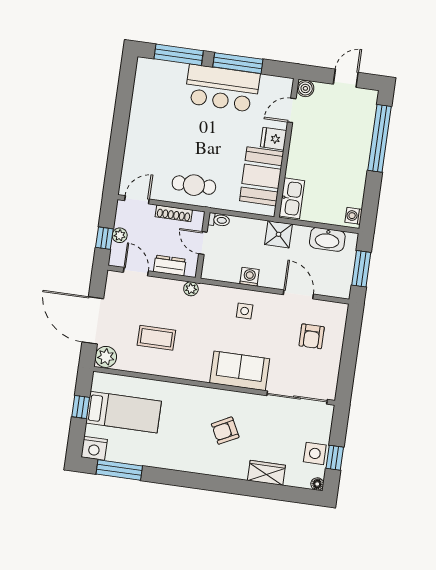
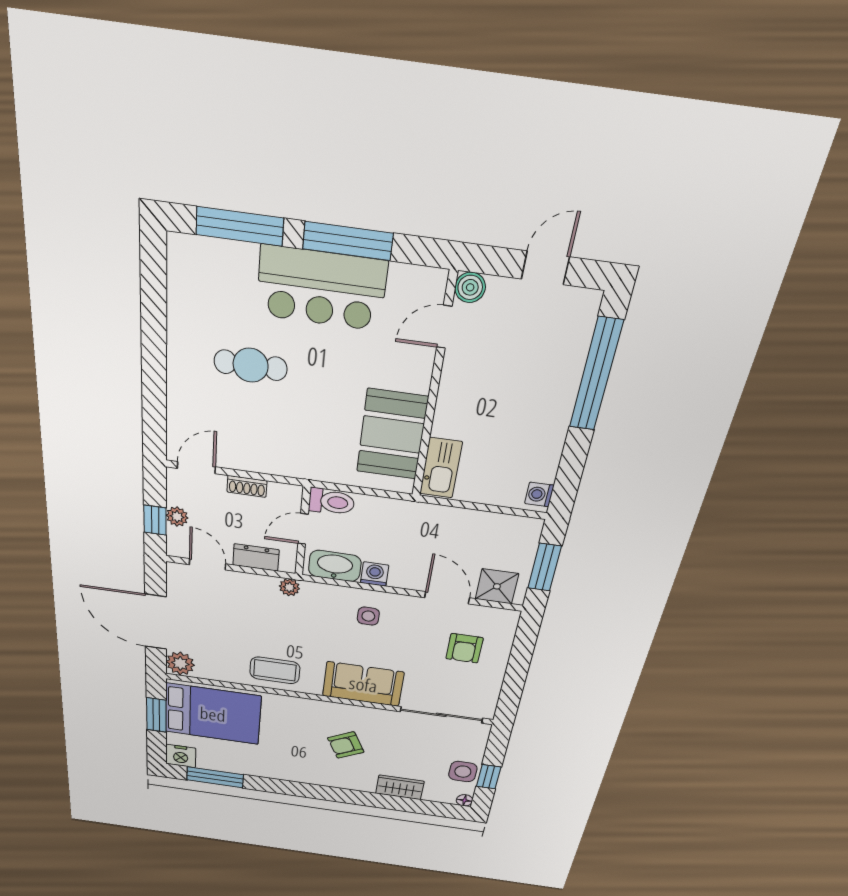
fridge: (273, 139) -> (412, 375), removed
cafe table: (194, 185) -> (251, 365), moved
shoe rack: (174, 213) -> (247, 486), width x0.70
toilet: (219, 220) -> (331, 502), width x1.37, depth x1.39
shower: (279, 234) -> (497, 586), moved
washbasin: (327, 239) -> (335, 566), moved, turned 180
door: (203, 243) -> (303, 529), hinge flipped
coffee table: (156, 338) -> (275, 670), moved
window: (81, 407) -> (156, 715), width x1.50
bed: (124, 412) -> (213, 714), width x1.50

